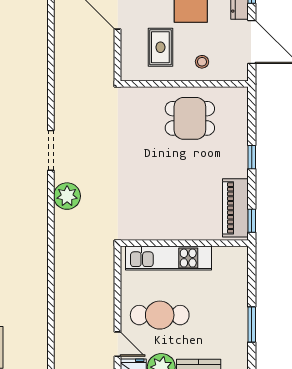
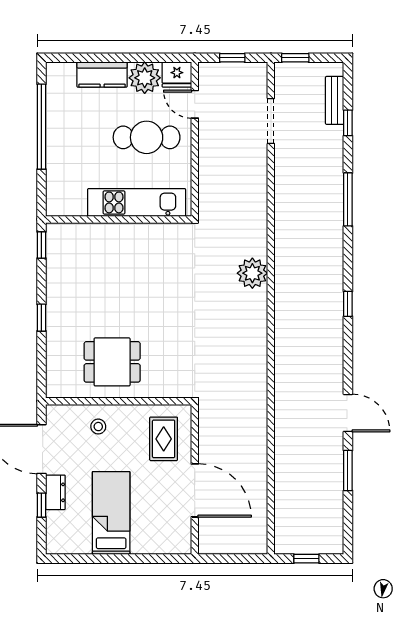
rug: (160, 47) -> (164, 439), moved
doorway: (51, 150) -> (271, 121), moved
piano: (235, 208) -> (60, 260), removed
window: (252, 324) -> (41, 127), width x2.11

